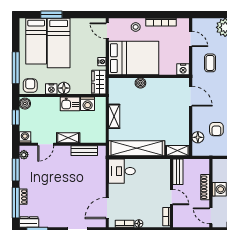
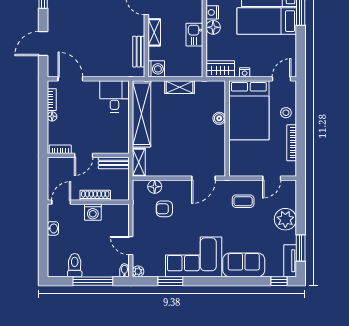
nightstand: (183, 69) -> (235, 169), removed
washing machine: (88, 104) -> (156, 69), moved, turned 180

